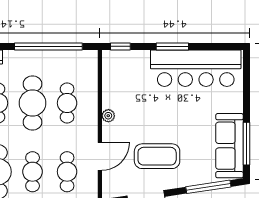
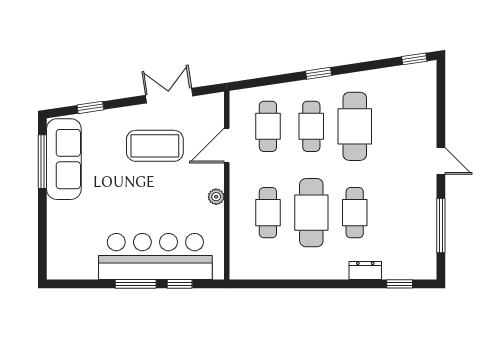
window: (48, 46) -> (291, 284), removed
window: (120, 46) -> (180, 284), moved
bar counter: (196, 68) -> (155, 256), moved
window: (208, 187) -> (90, 107), width x0.46

